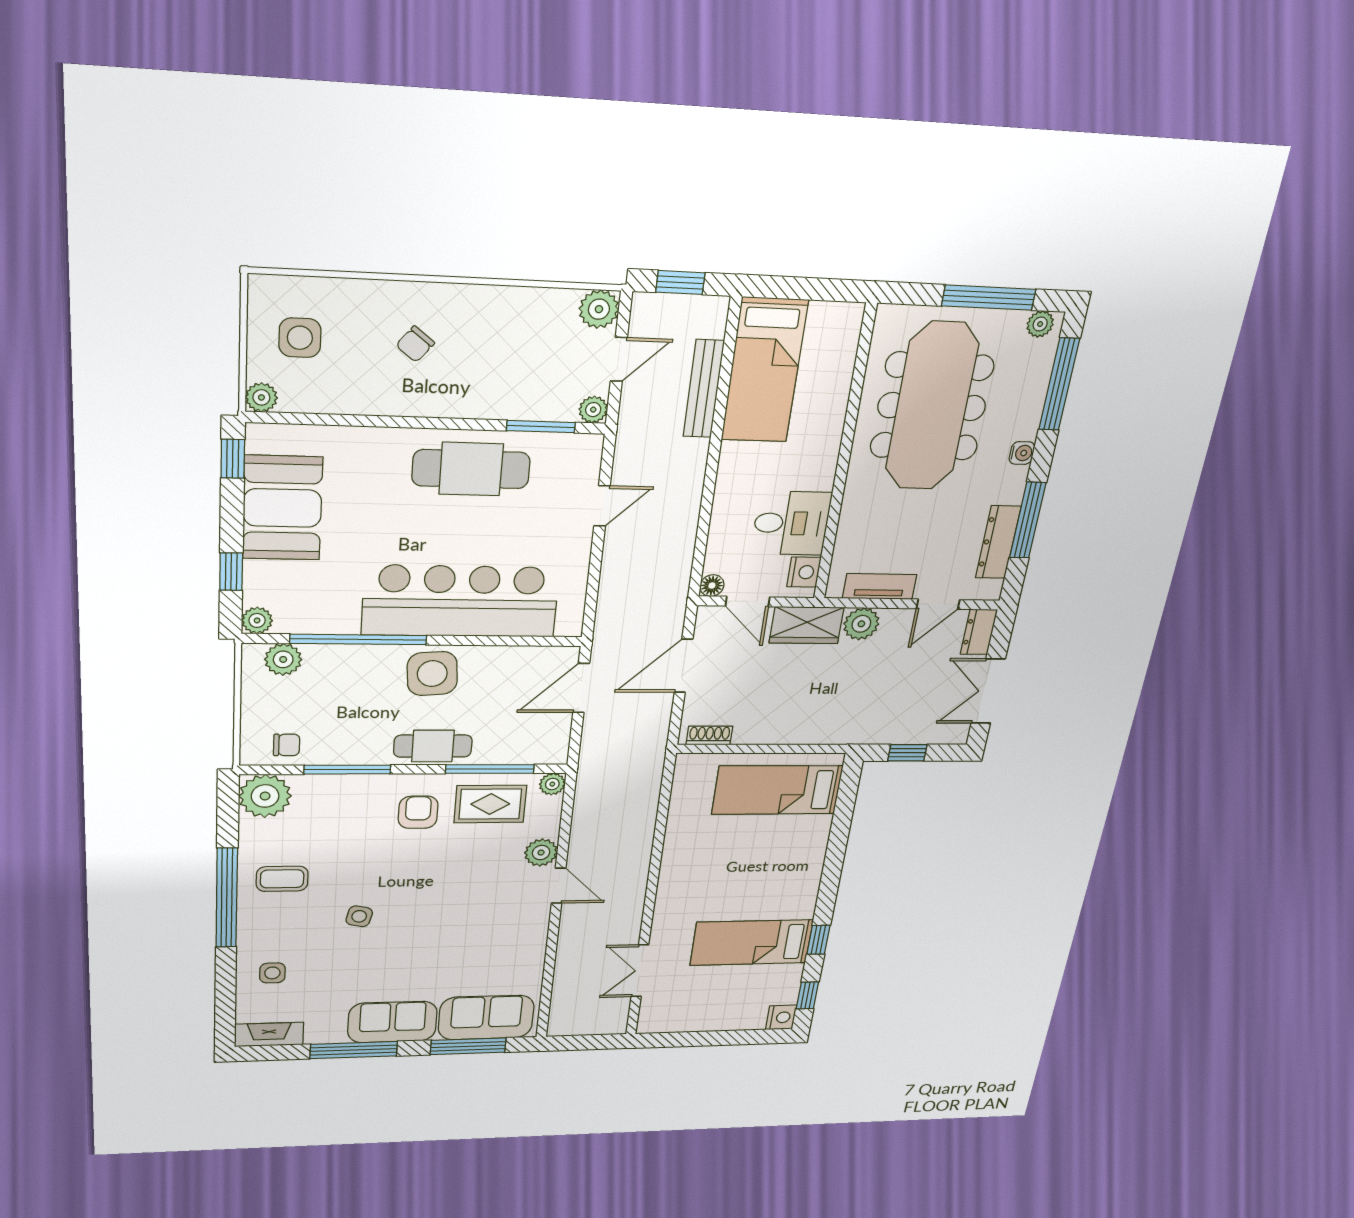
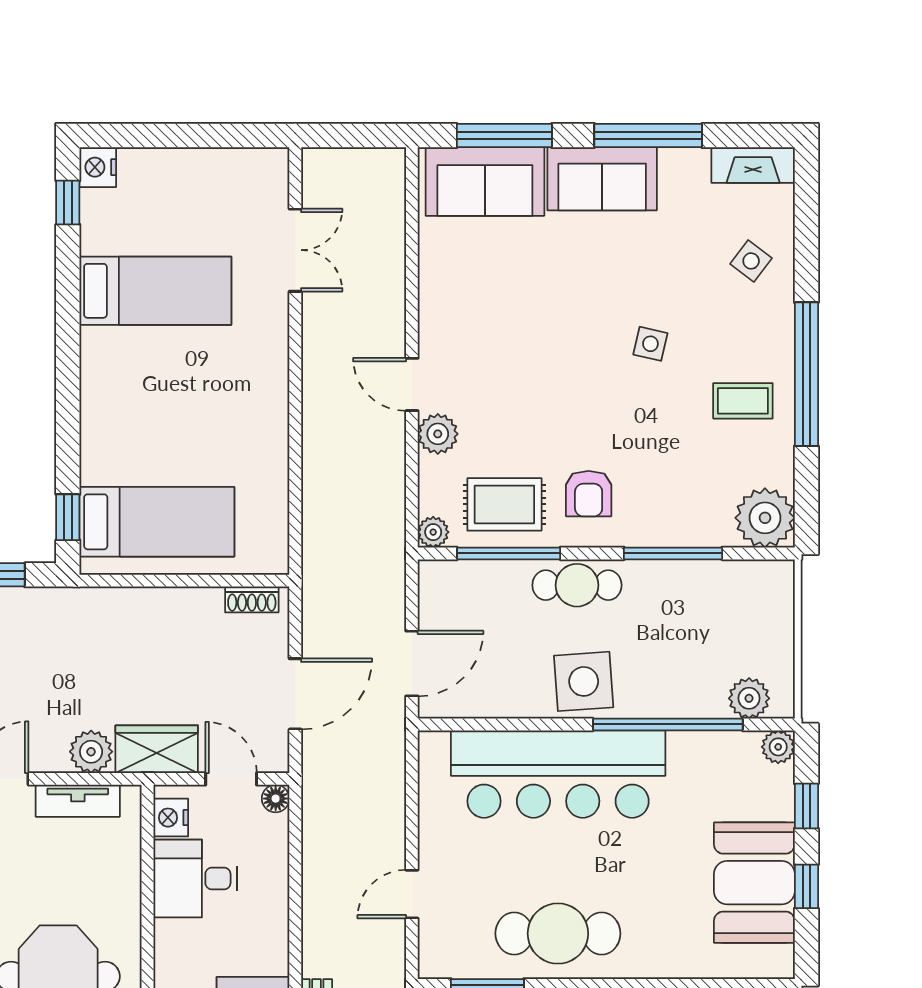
window: (233, 459) -> (806, 886), moved
chair: (287, 745) -> (742, 587), removed
window: (818, 940) -> (68, 517), moved
side table: (272, 973) -> (751, 261), turned 37

